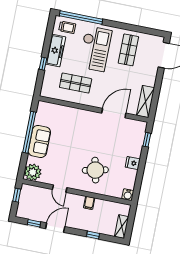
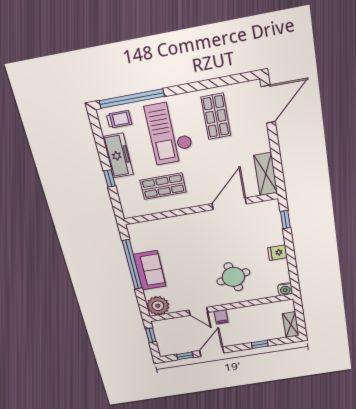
checkout: (95, 49) -> (170, 133), turned 180
filing cabinet: (89, 203) -> (221, 317), moved

